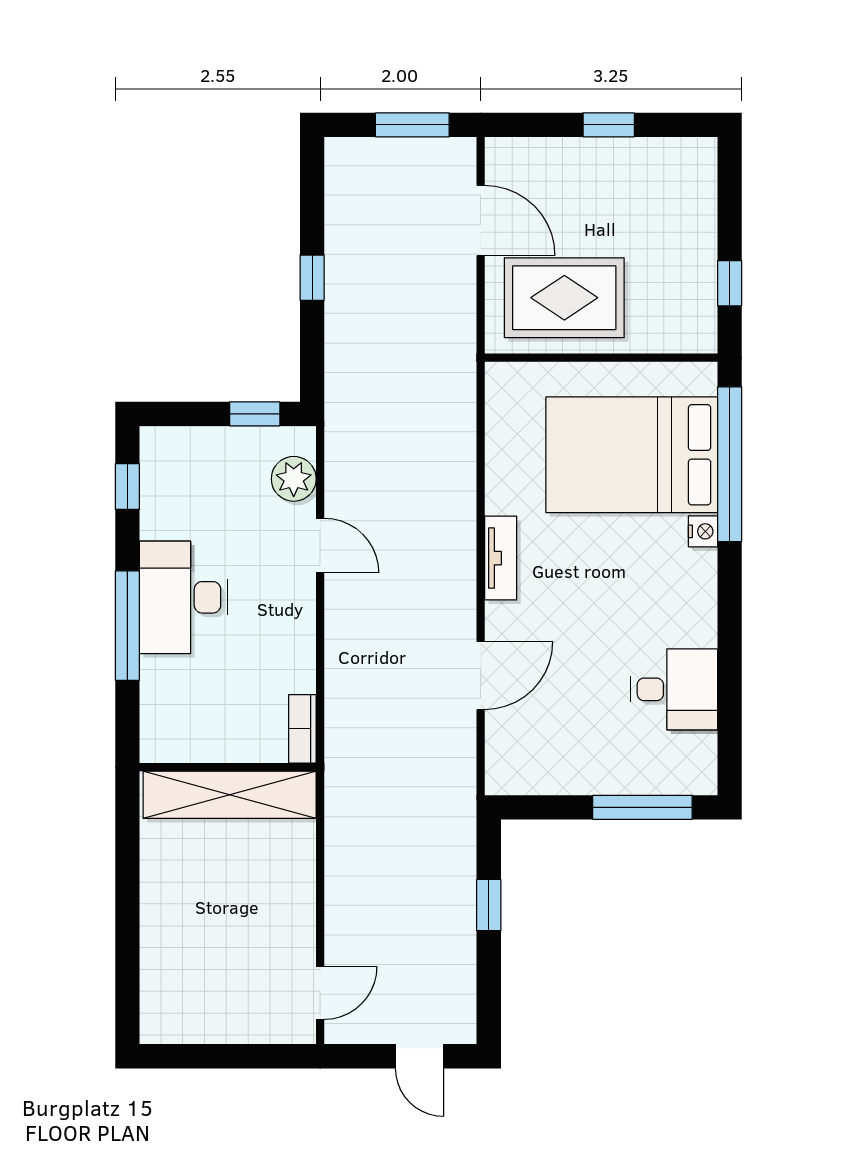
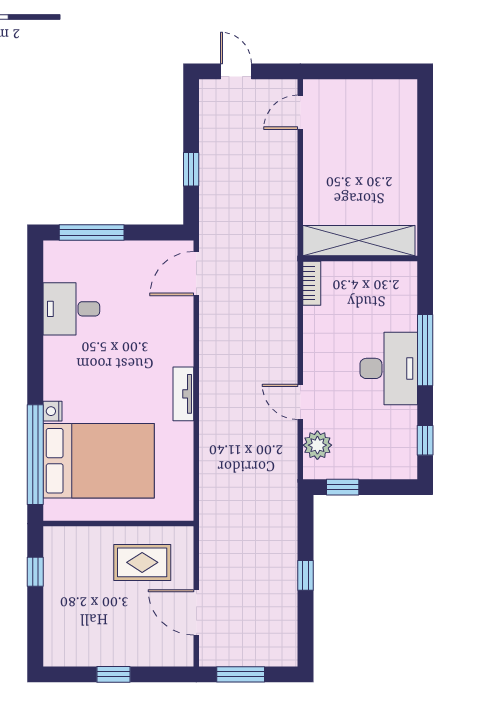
rug: (564, 298) -> (142, 562), width x0.73, depth x0.70
door: (481, 676) -> (196, 274), moved

